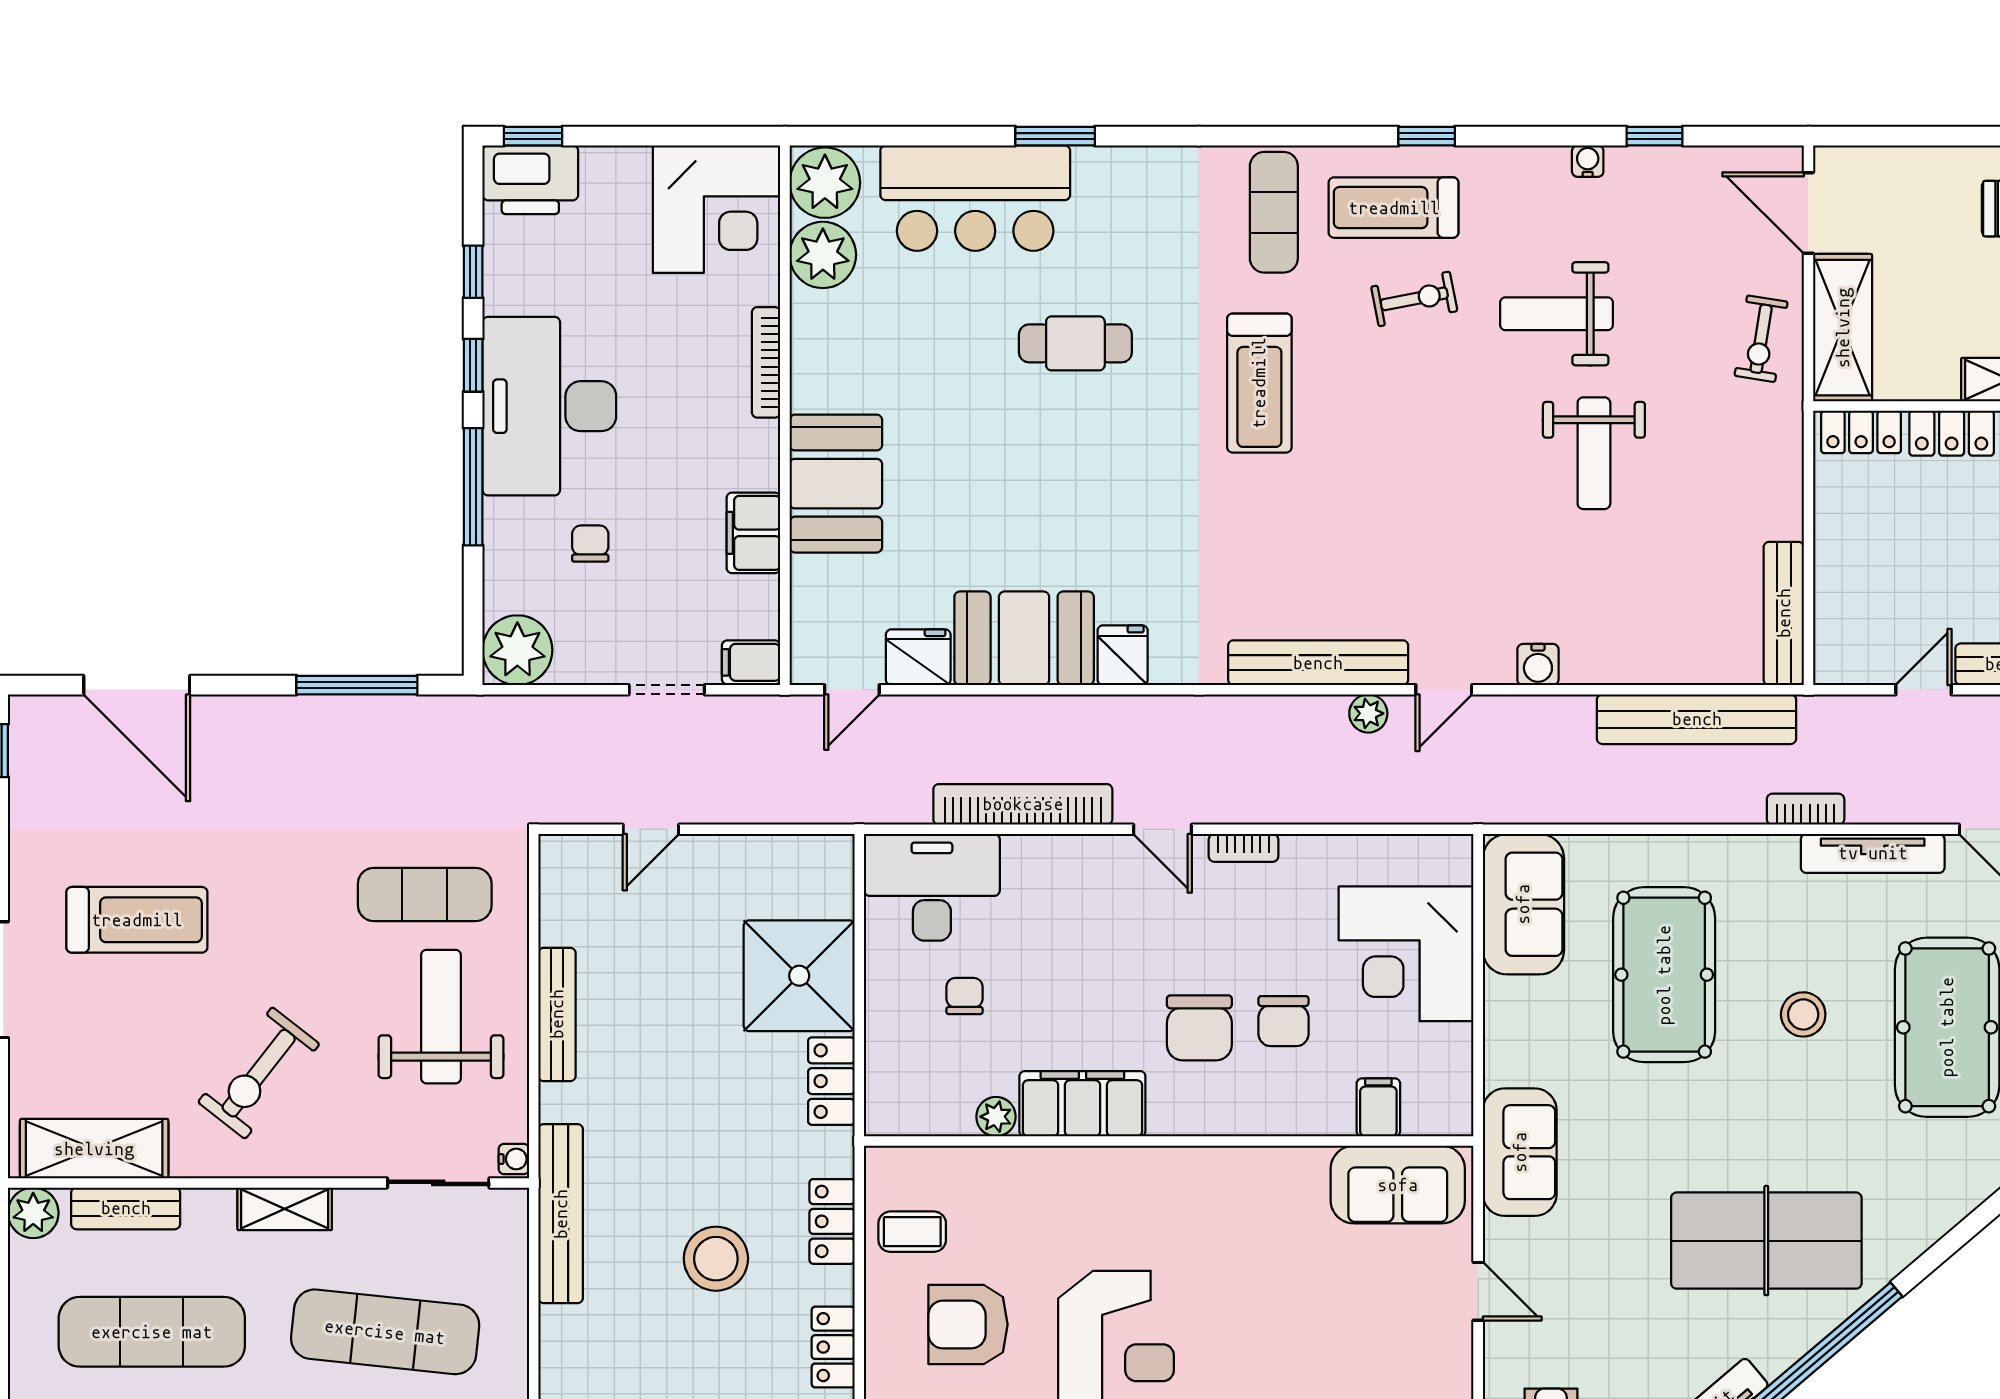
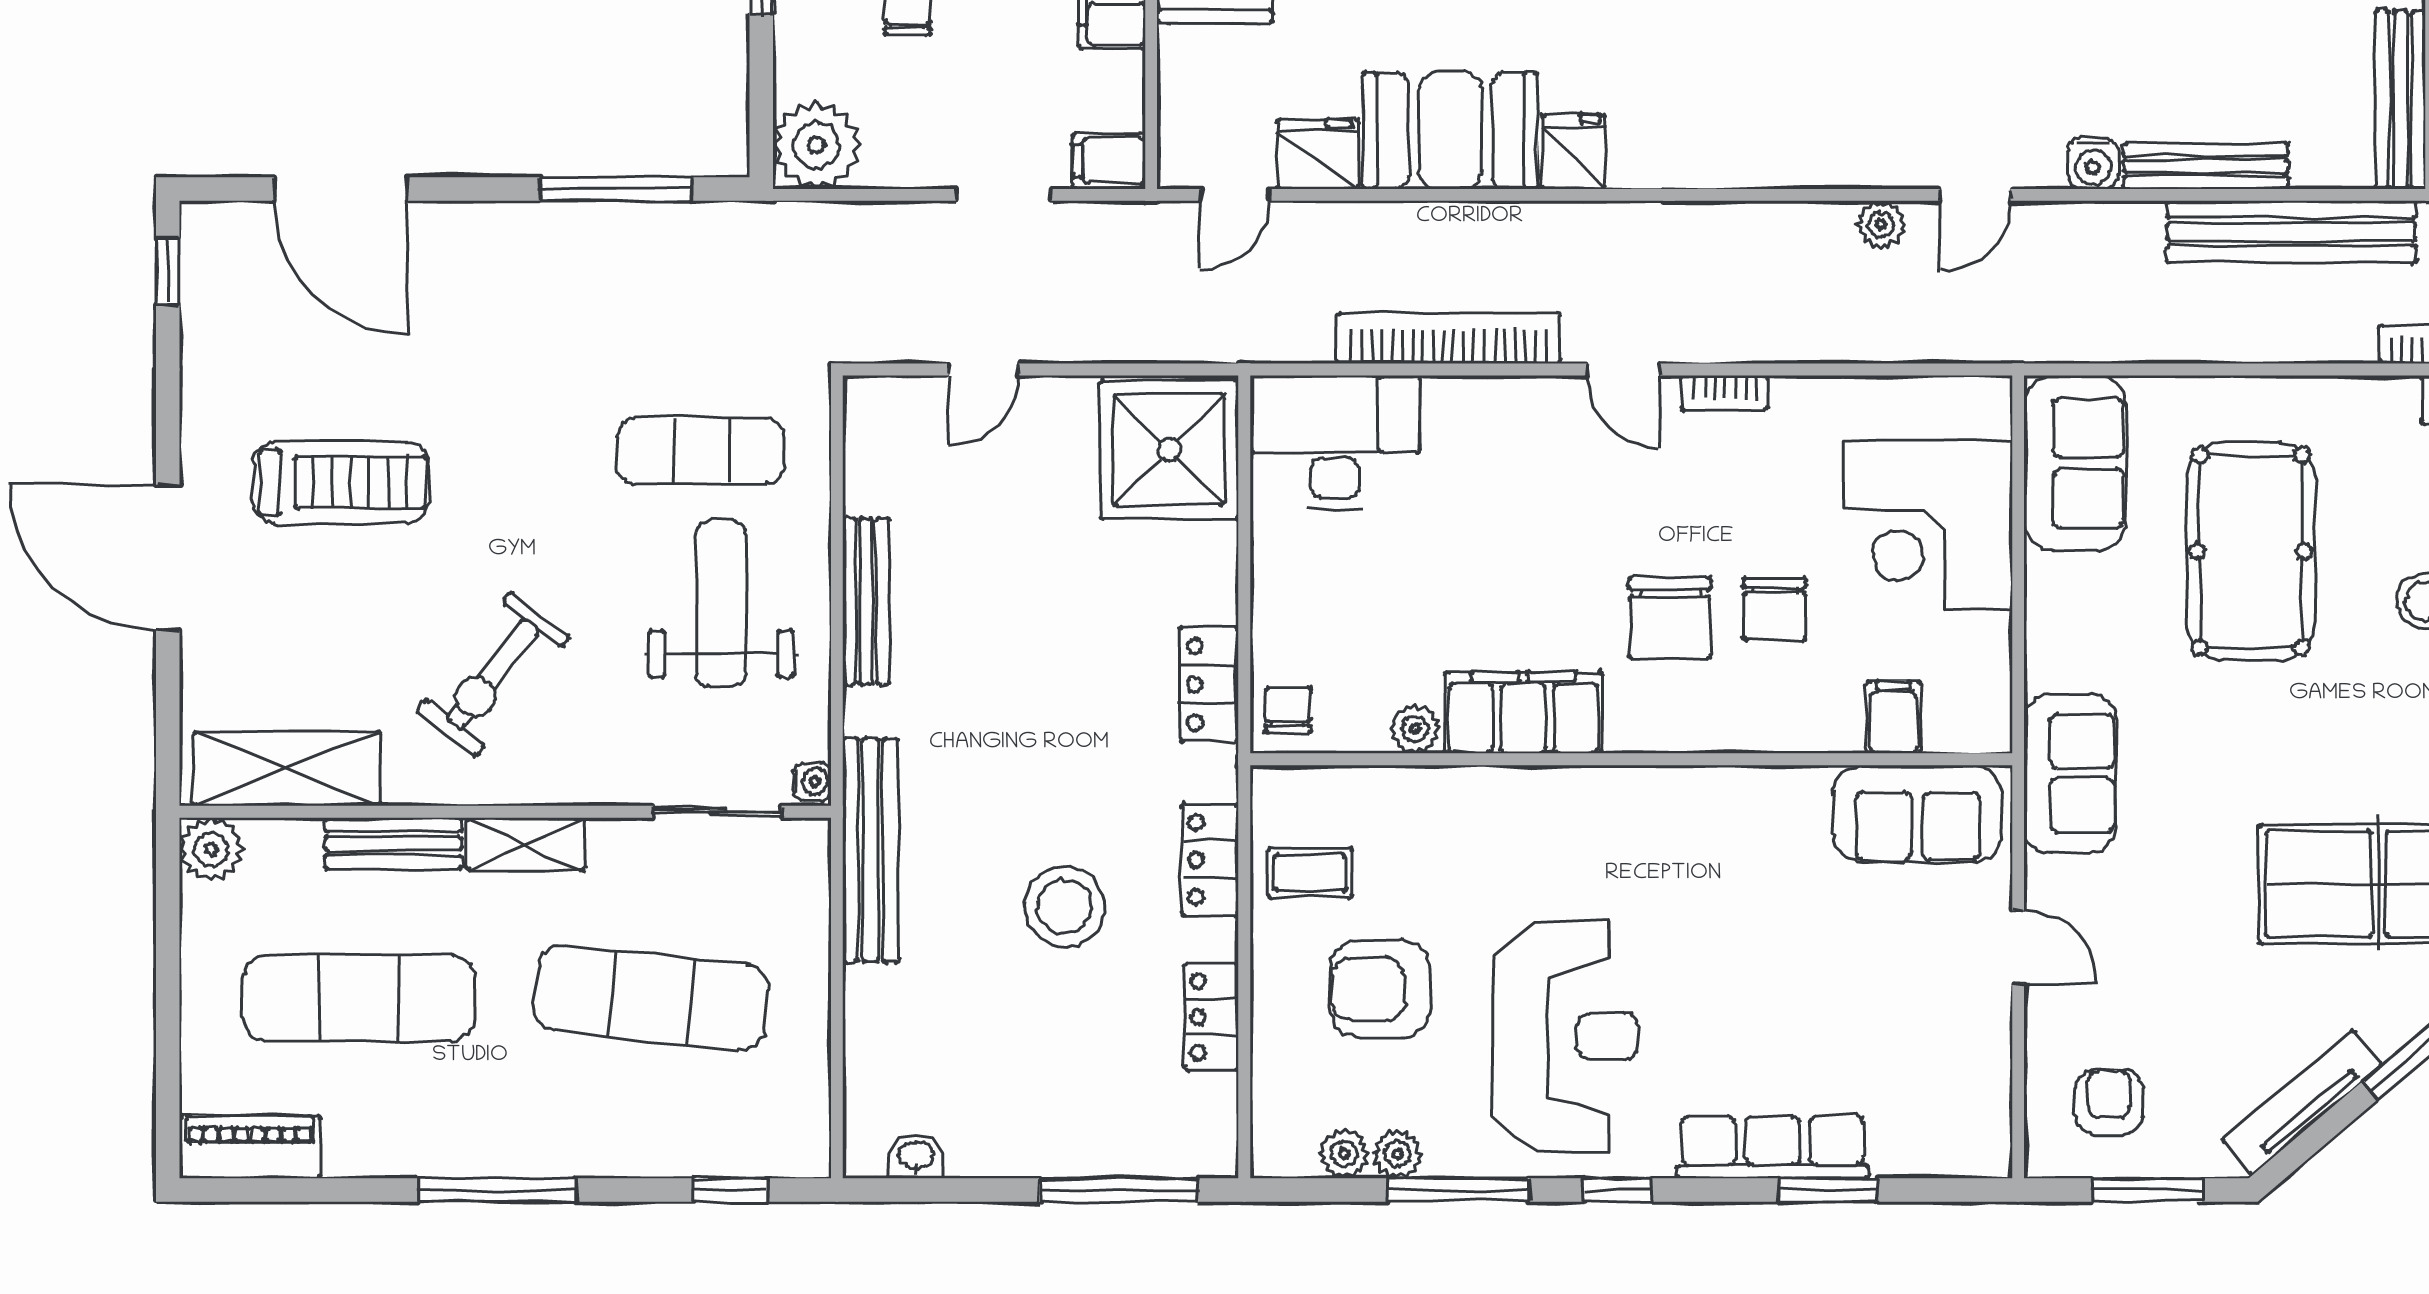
bench: (1318, 663) -> (2206, 166), moved, width x0.73, depth x0.82
shower: (799, 976) -> (1169, 450), moved
chair: (965, 996) -> (1288, 710), moved
bench: (126, 1208) -> (394, 844), moved

